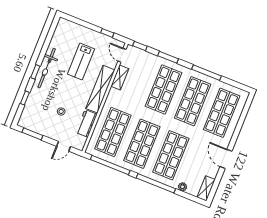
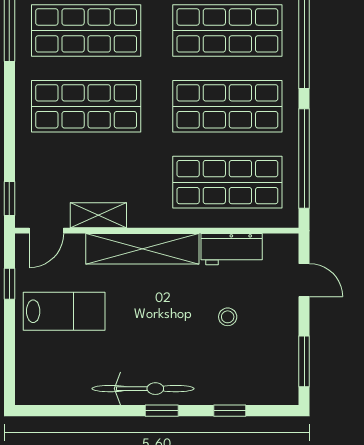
window: (168, 57) -> (9, 125), removed
lab bench: (81, 61) -> (64, 311), moved

